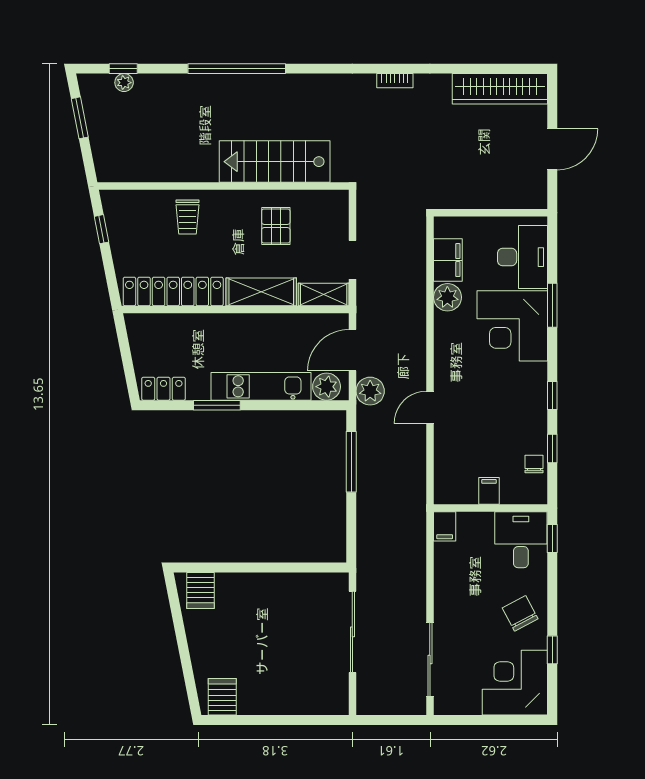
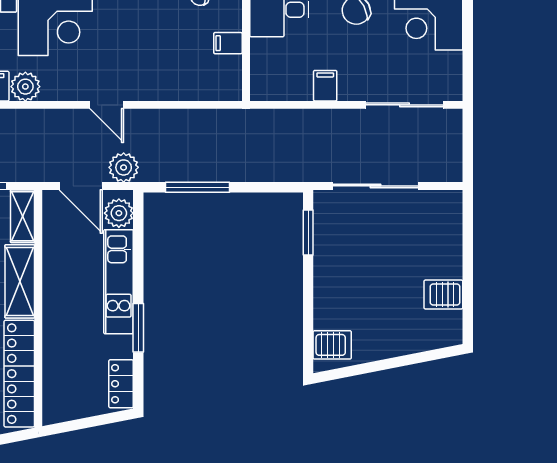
door: (430, 407) -> (107, 105), moved
filing cabinet: (445, 526) -> (325, 86), moved, turned -90
window: (308, 567) -> (308, 232), added
server rack: (222, 697) -> (443, 295), moved

